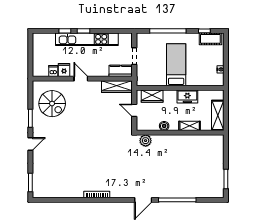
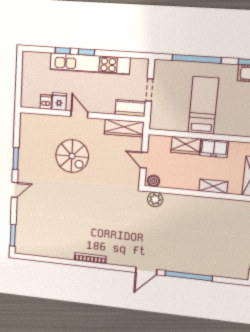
wardrobe: (152, 96) -> (186, 145), moved
spiral stairs: (52, 104) -> (72, 156), moved
boiler: (164, 126) -> (153, 181), moved

